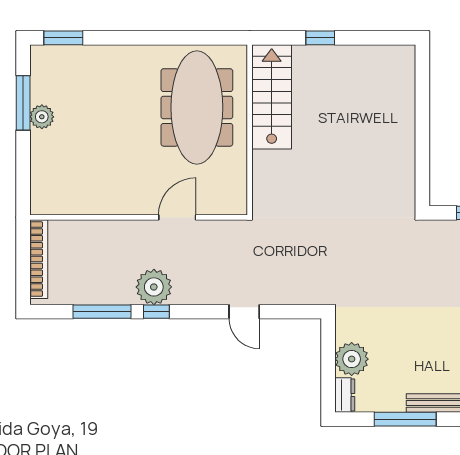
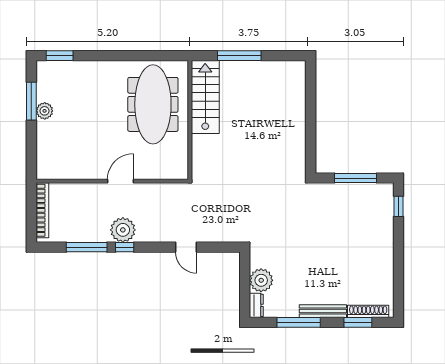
window: (320, 38) -> (239, 56), width x2.17
door: (177, 217) -> (120, 181), moved

